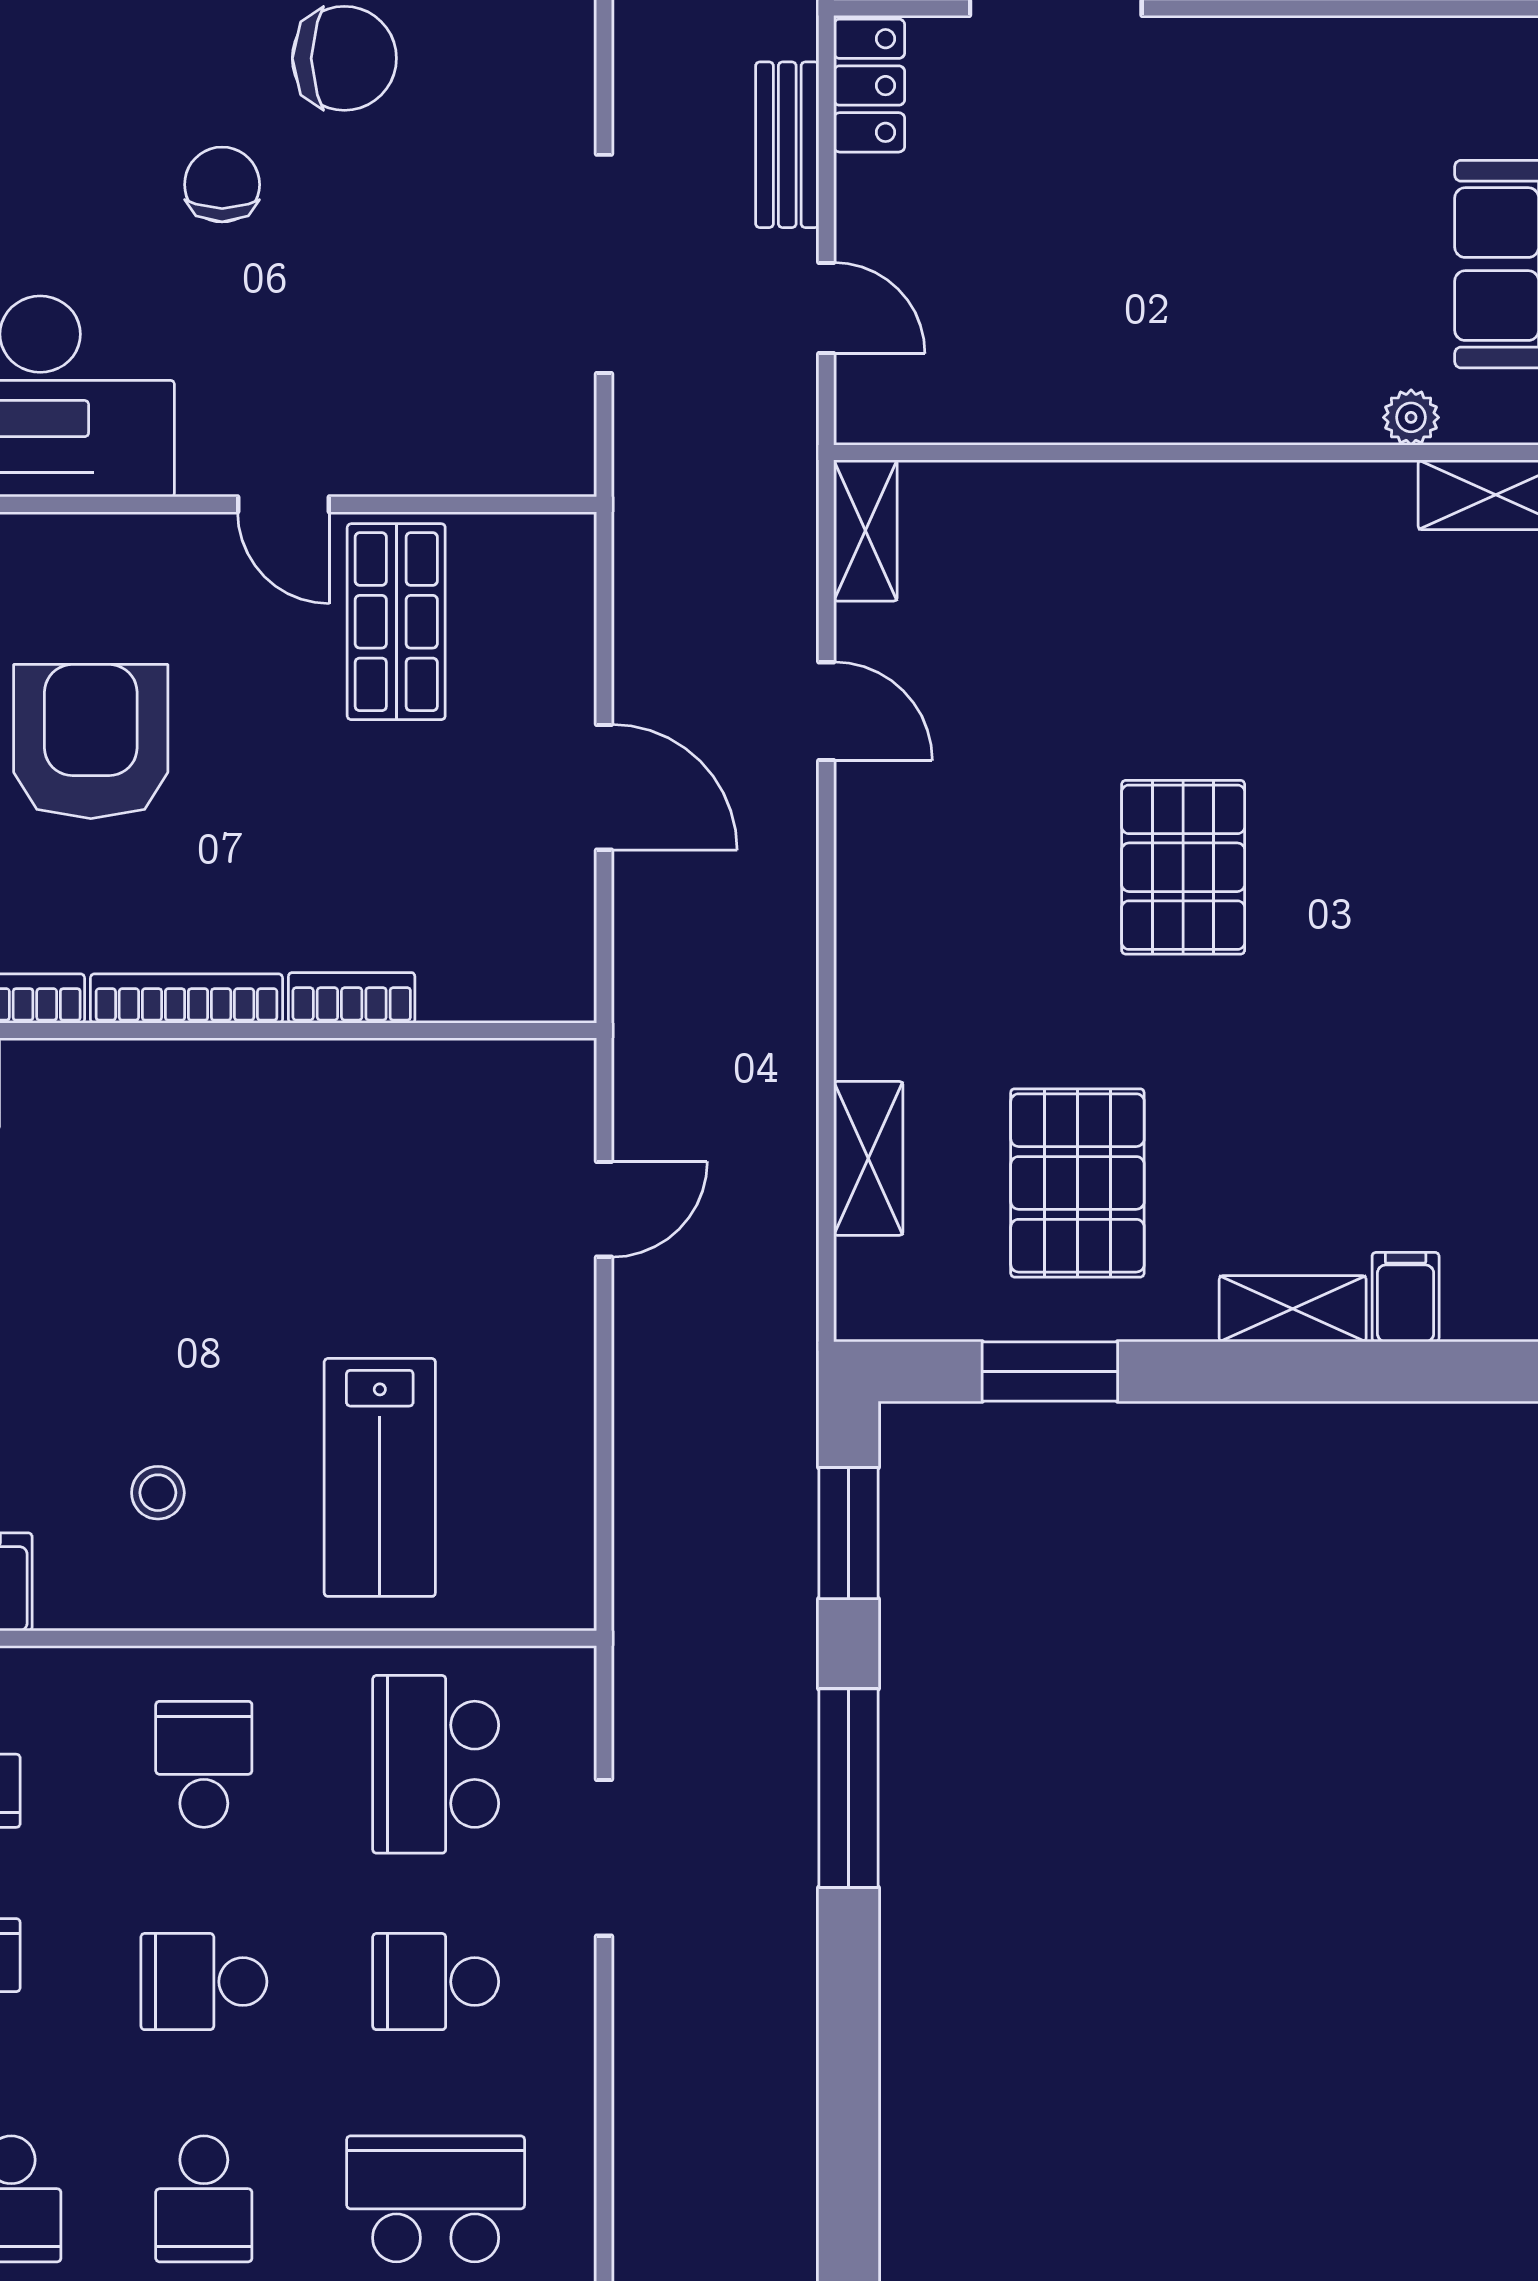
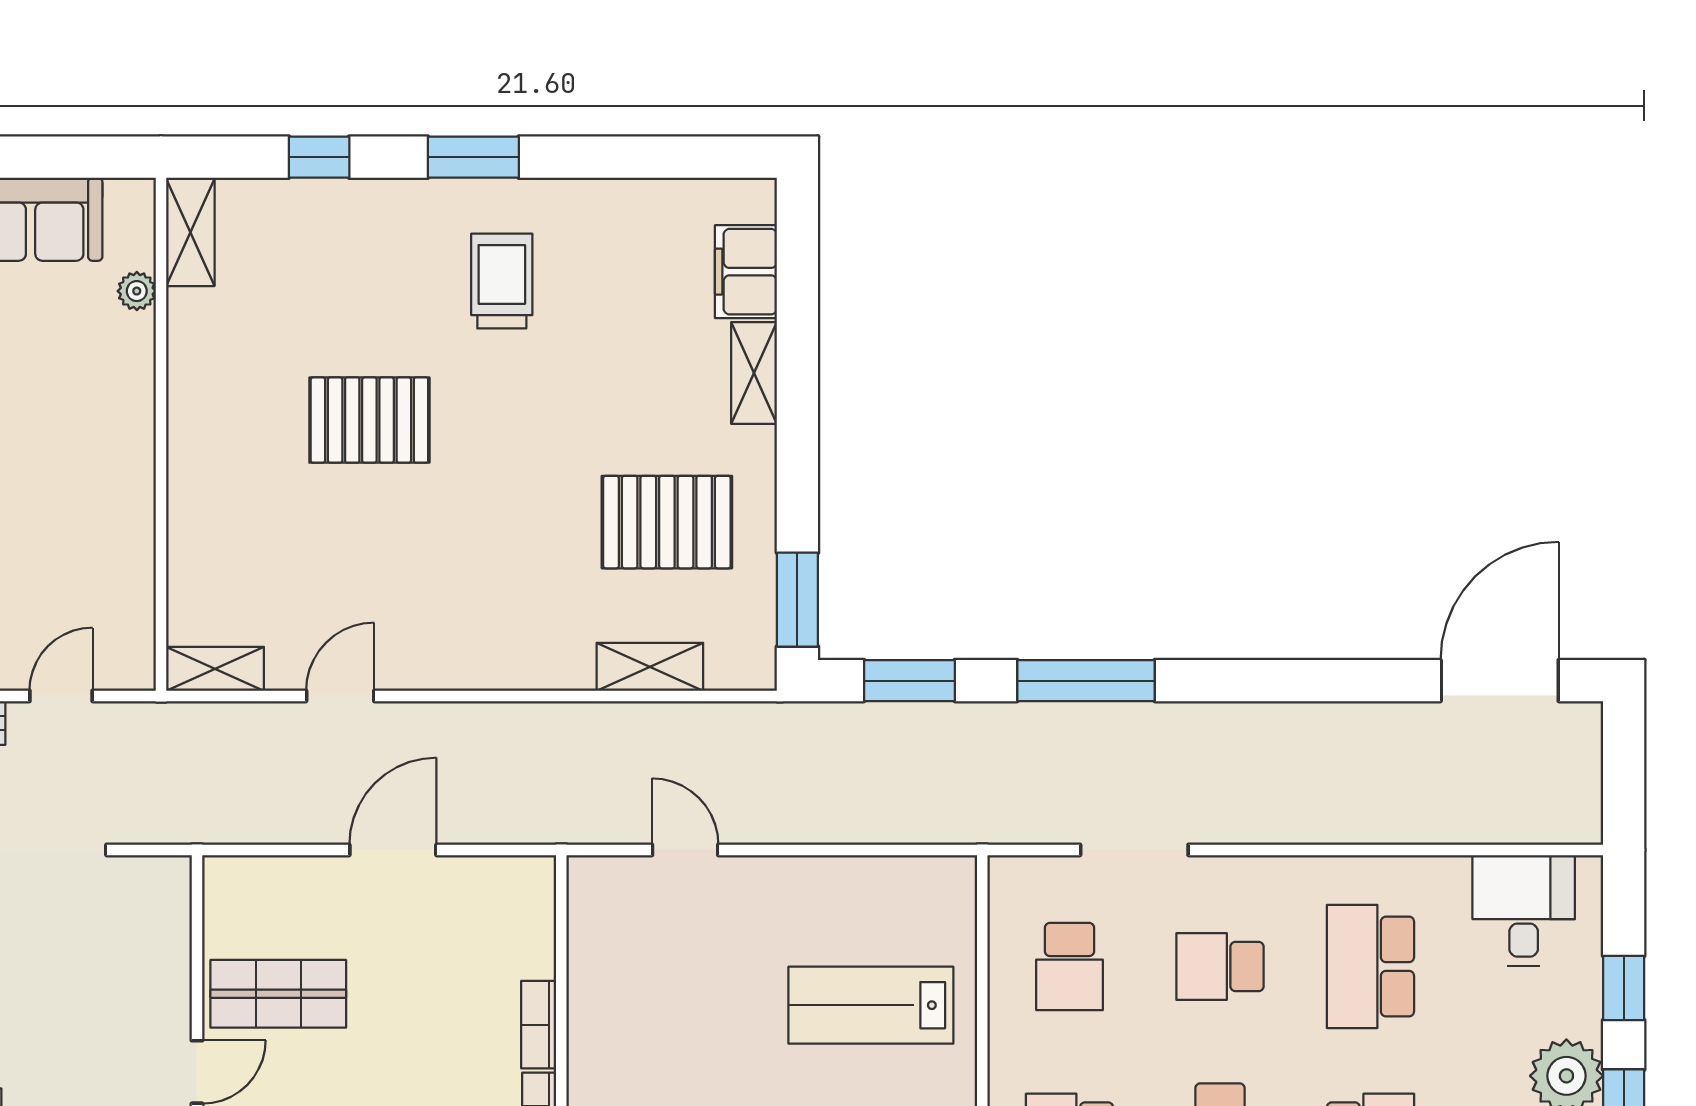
pallet: (1183, 867) -> (369, 420), moved
trolley: (1425, 945) -> (502, 281), added
filing cabinet: (1406, 1297) -> (746, 272), width x2.00
window: (1050, 1371) -> (797, 600), moved
lab bench: (380, 1477) -> (871, 1005), turned 180
school desk: (436, 1764) -> (1069, 967), width x0.54
school desk: (436, 1982) -> (1220, 967), turned 90

